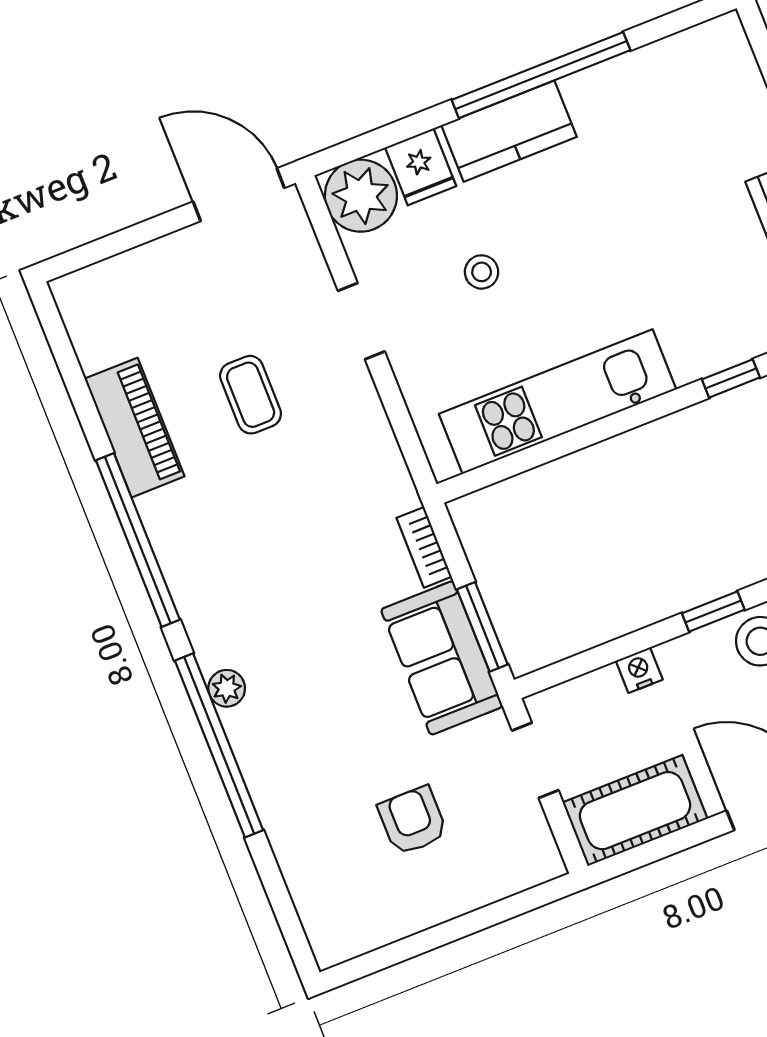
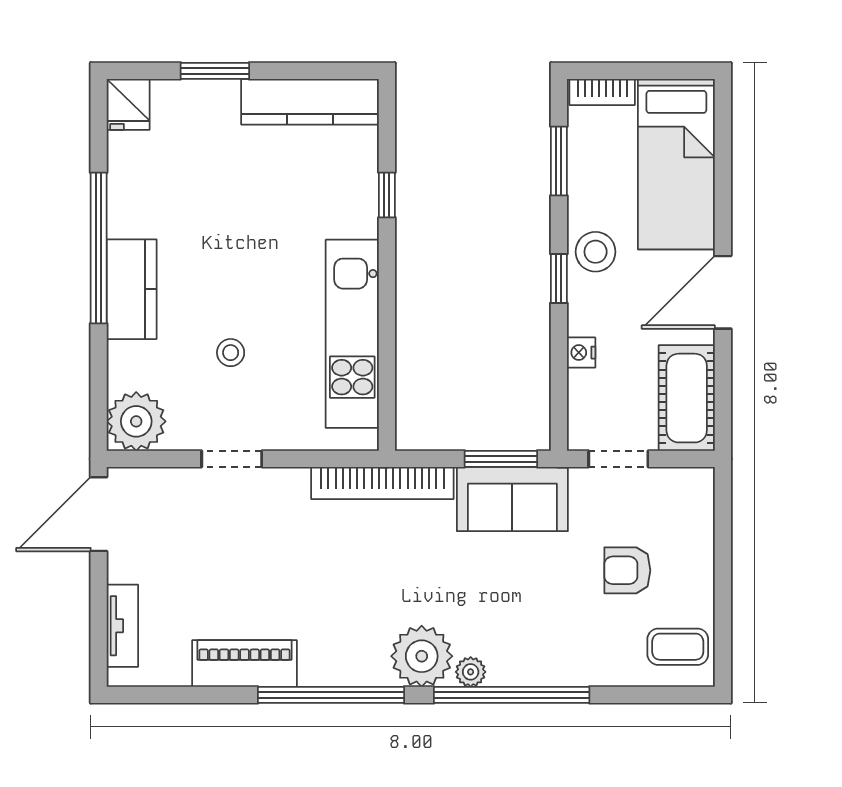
fridge: (421, 167) -> (128, 104), moved, turned 90
tv unit: (122, 272) -> (122, 626), added
coffee table: (251, 395) -> (678, 647), moved
bookcase: (424, 547) -> (382, 483), width x2.31, depth x1.31
plant: (223, 626) -> (422, 656), added

